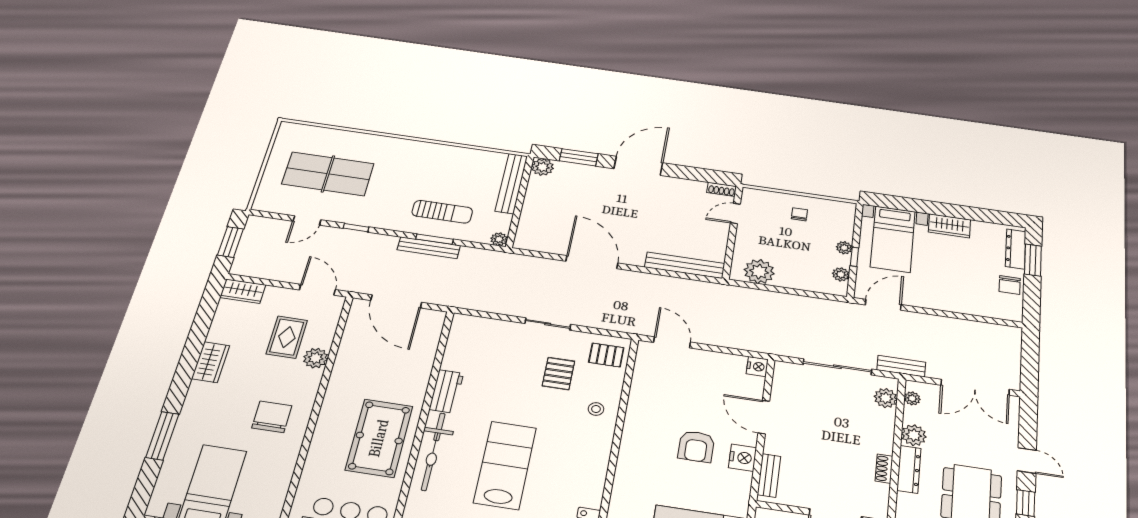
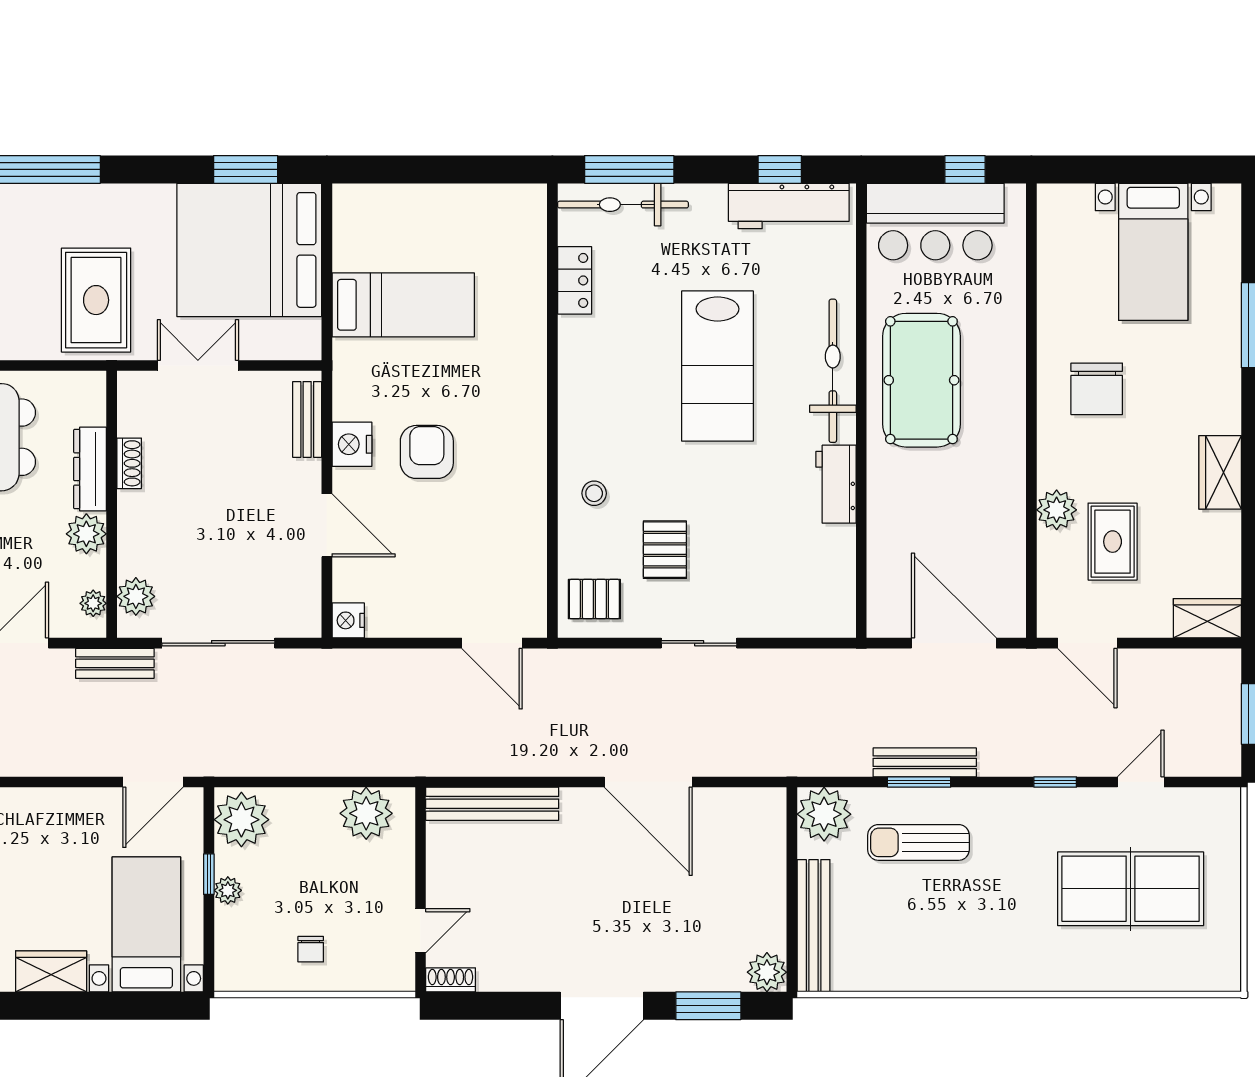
plant: (499, 239) -> (824, 814), width x1.87, depth x1.87
plant: (841, 274) -> (241, 820), width x1.88, depth x1.88

